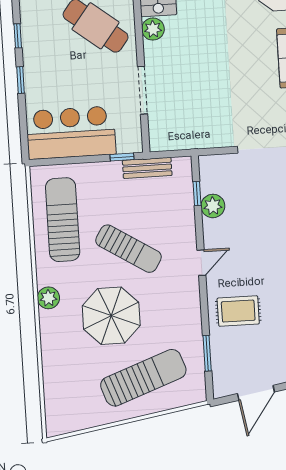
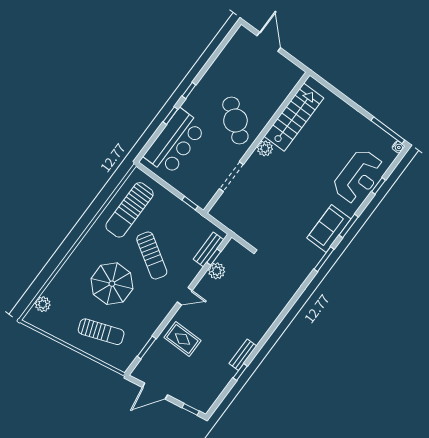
bar counter: (71, 133) -> (175, 142), moved, turned 90
bench: (147, 168) -> (208, 250), moved, turned 90
sun lounger: (63, 220) -> (130, 210), turned 180
plant: (48, 298) -> (43, 304), moved
sun lounger: (143, 378) -> (101, 332), width x0.73, depth x0.75

